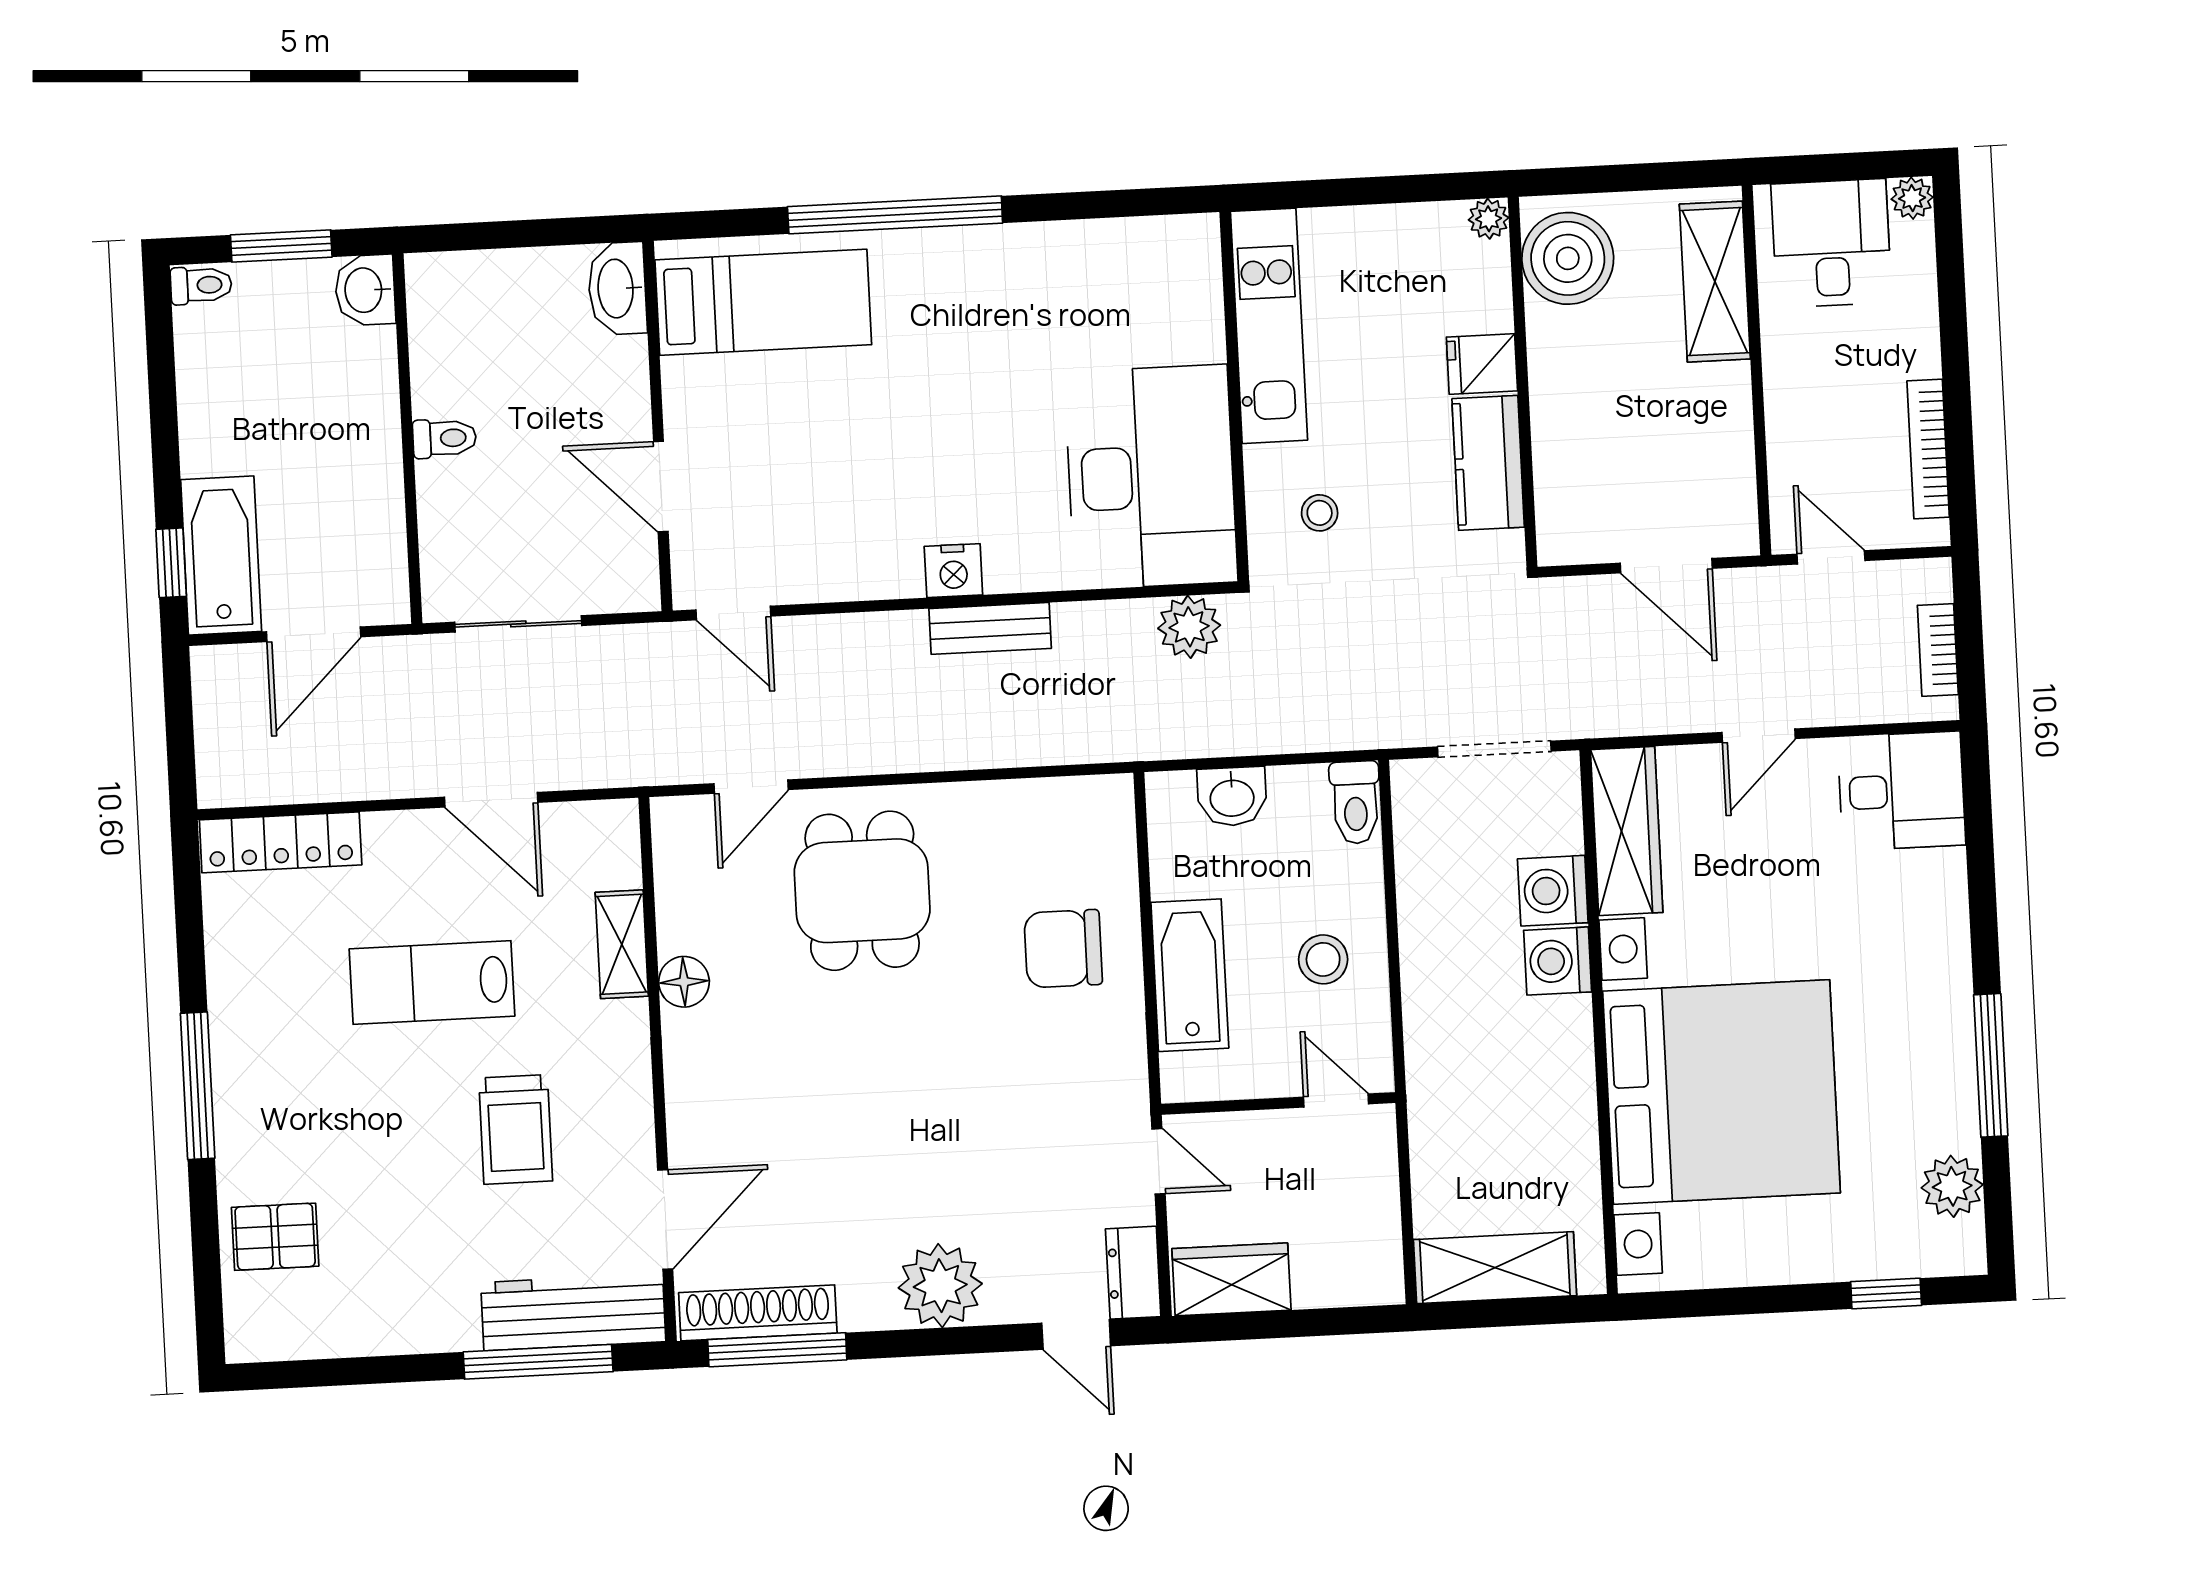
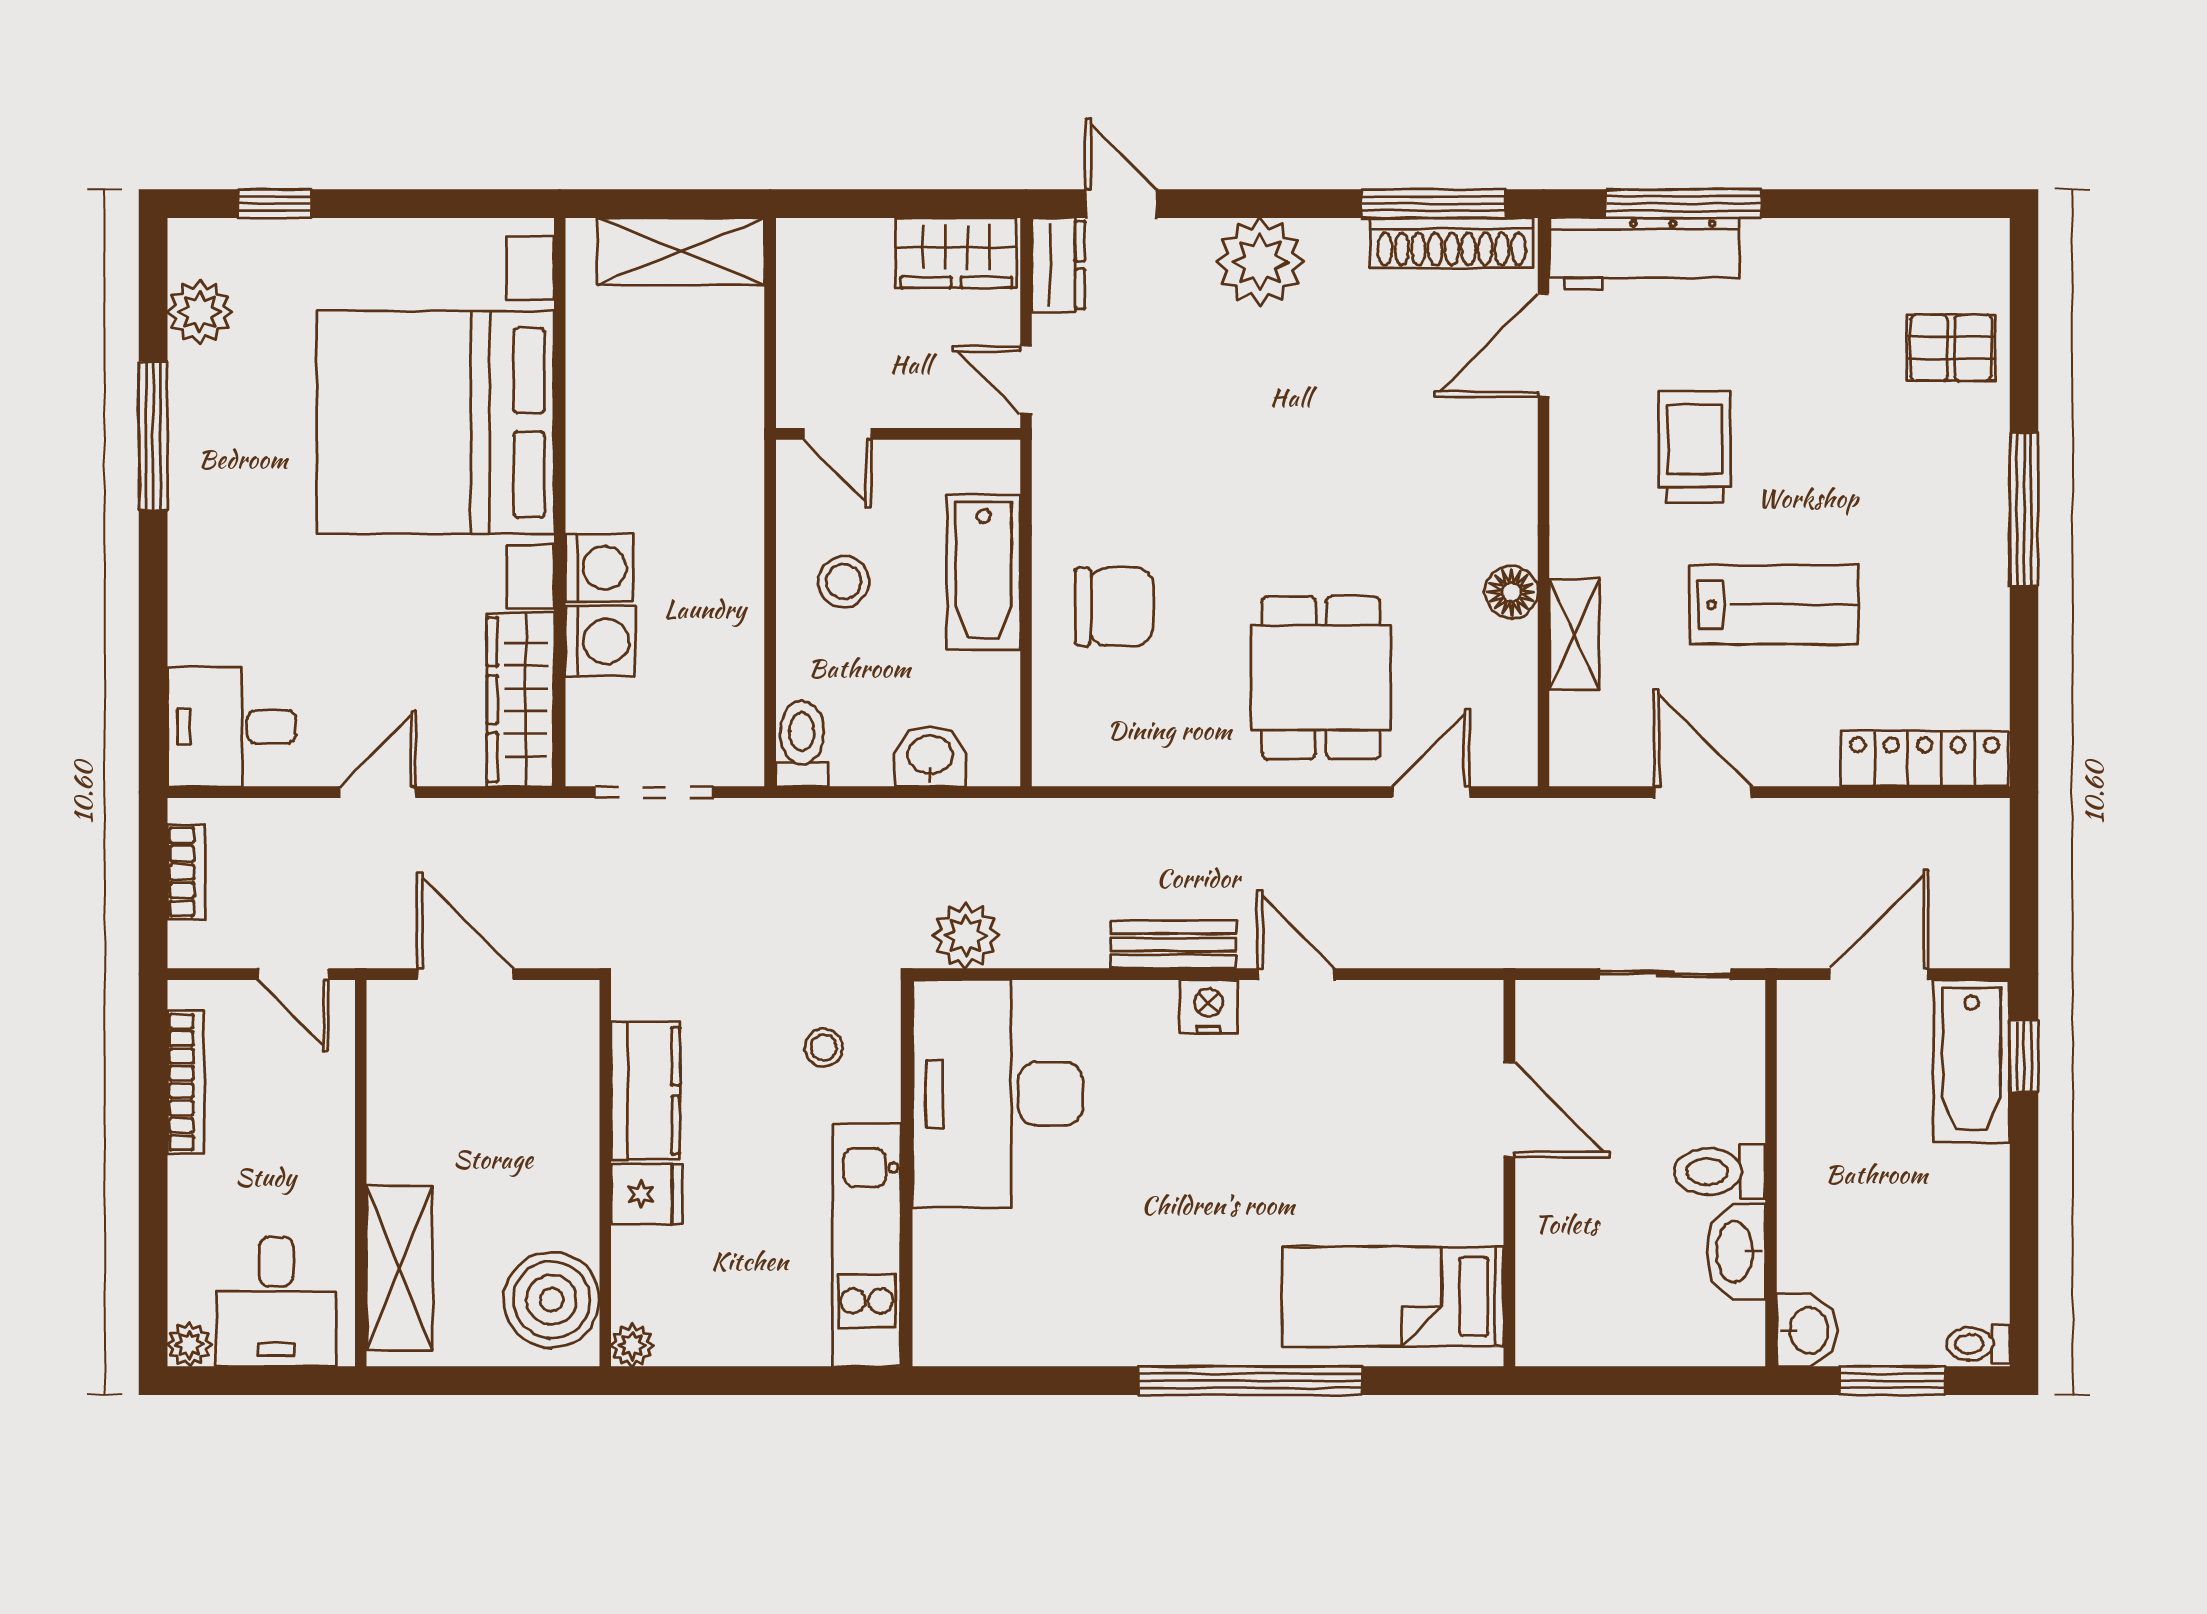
washbasin: (617, 288) -> (1736, 1252), moved, turned 180
toilet: (444, 438) -> (1720, 1172), width x1.37, depth x1.39
door: (733, 613) -> (1296, 974), moved

